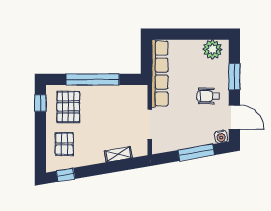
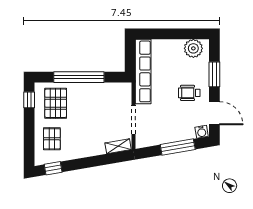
shelving: (118, 154) -> (118, 146), moved

